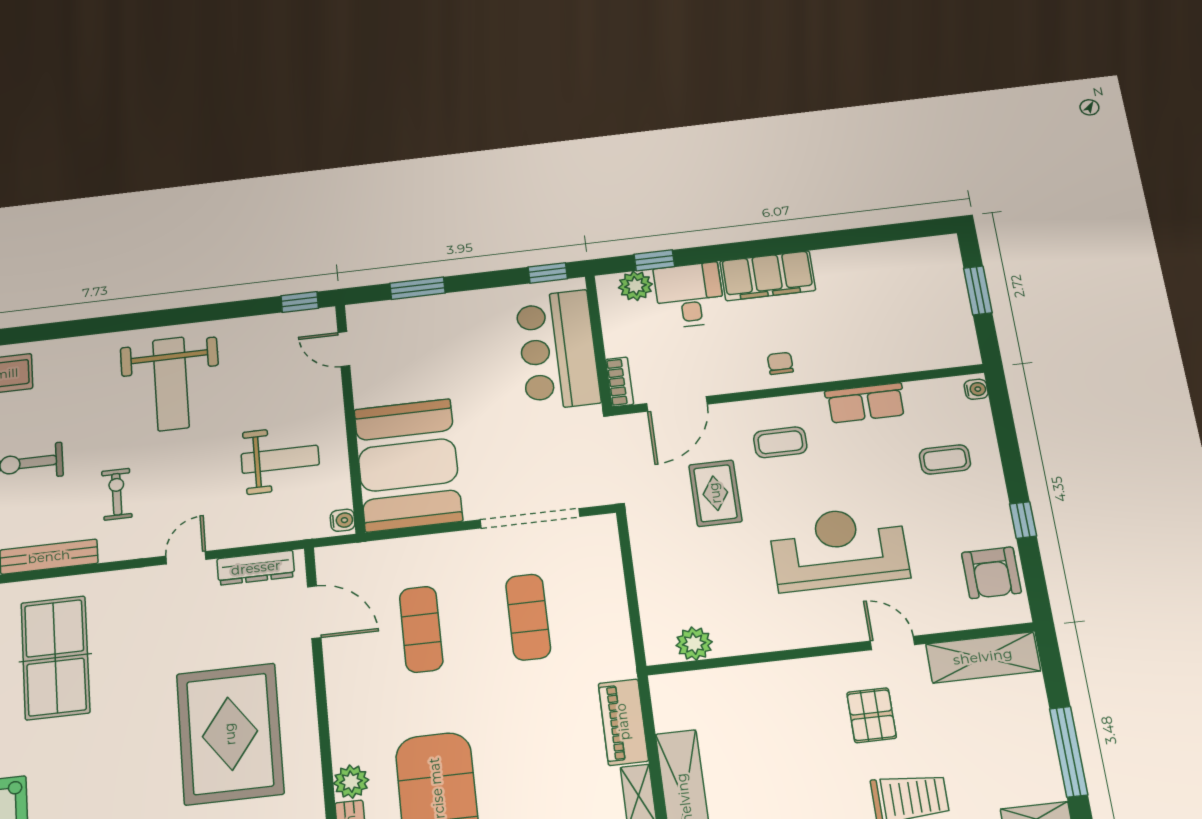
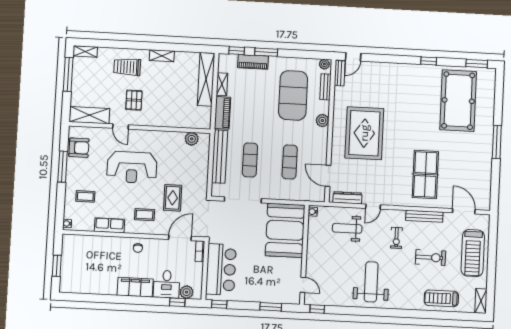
weight bench: (280, 459) -> (347, 228), moved
window: (1023, 520) -> (63, 167), width x2.17
armchair: (991, 573) -> (79, 148), turned 90
bench: (611, 612) -> (220, 157), added
plant: (351, 782) -> (322, 121), moved

